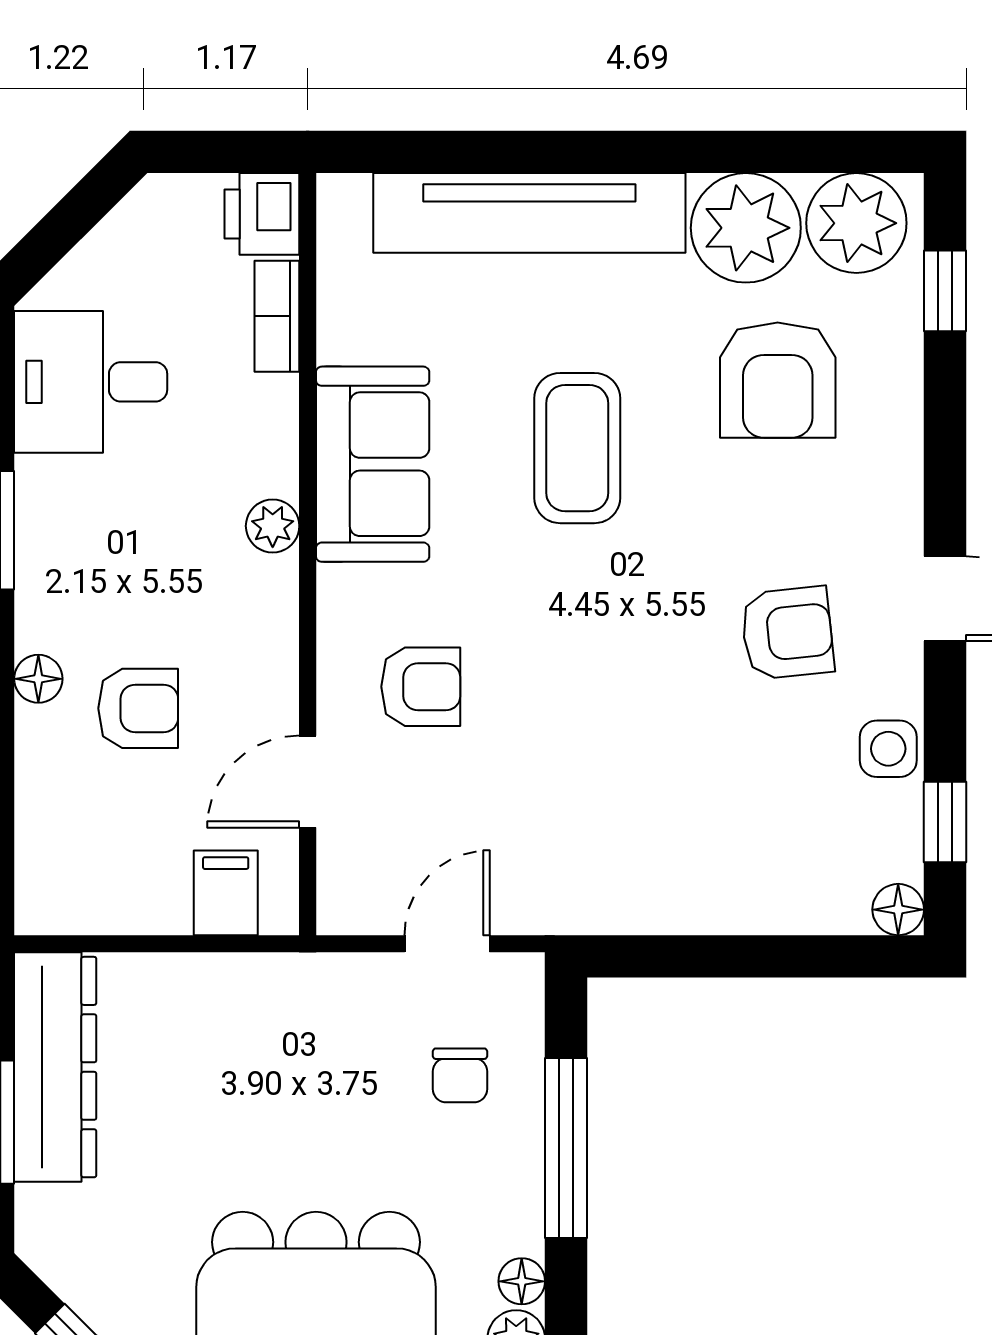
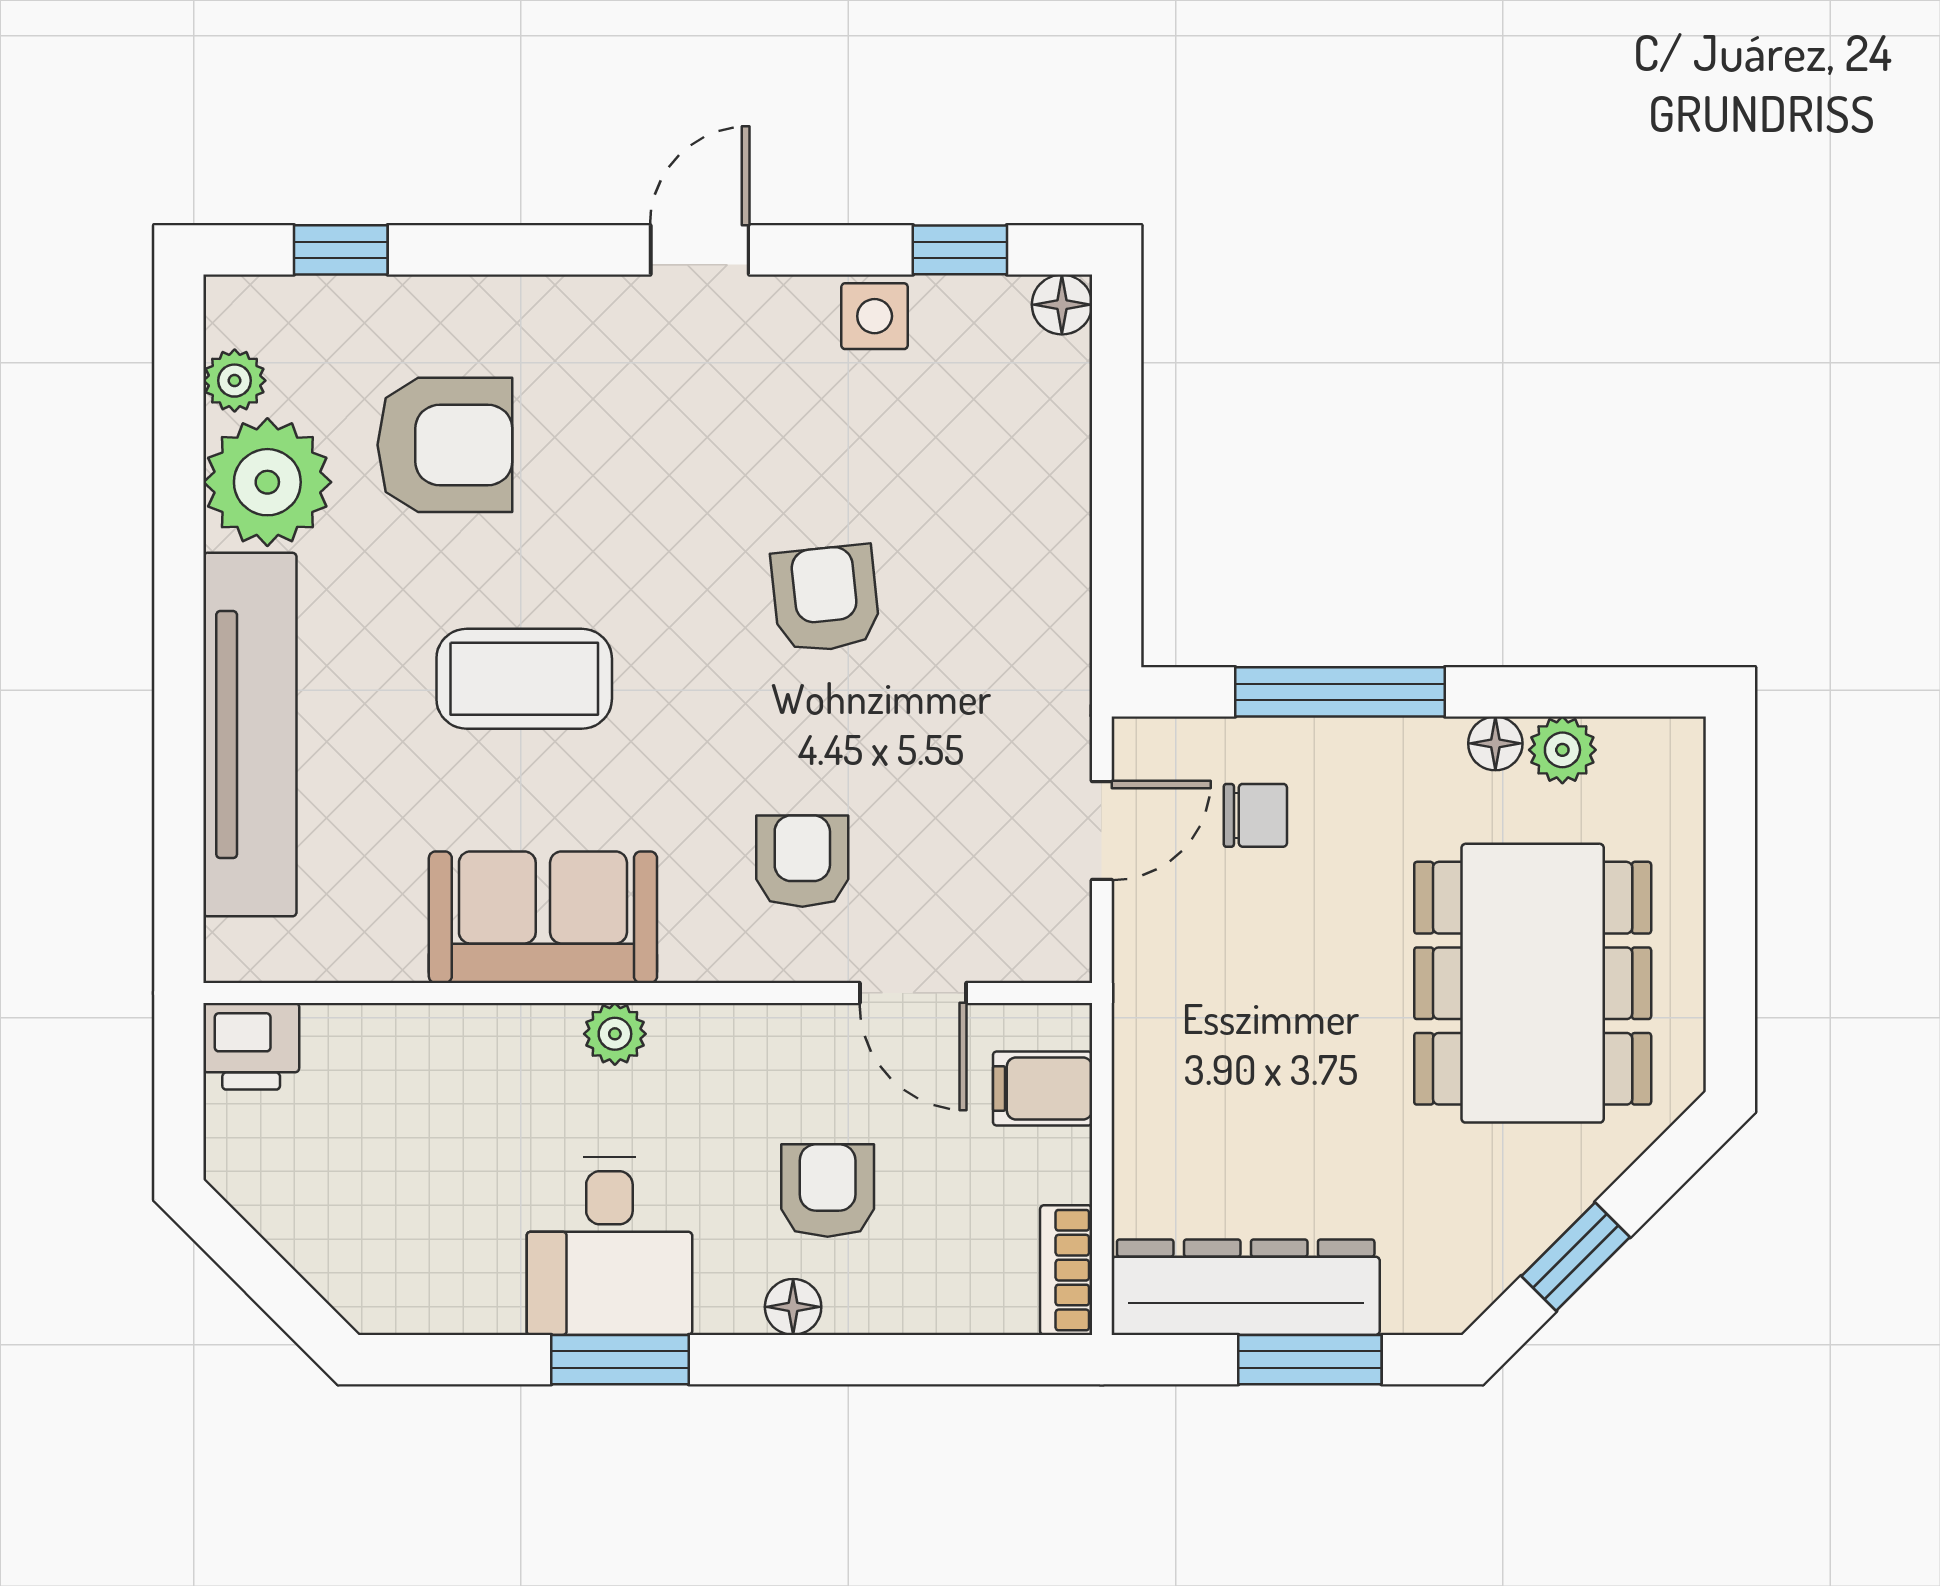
plant: (856, 223) -> (235, 381), width x0.53, depth x0.53
bookcase: (277, 316) -> (1066, 1270), moved, turned 90
desk: (91, 382) -> (609, 1246), moved
armchair: (787, 633) -> (826, 599), moved
door: (447, 944) -> (1102, 830), swing flipped

